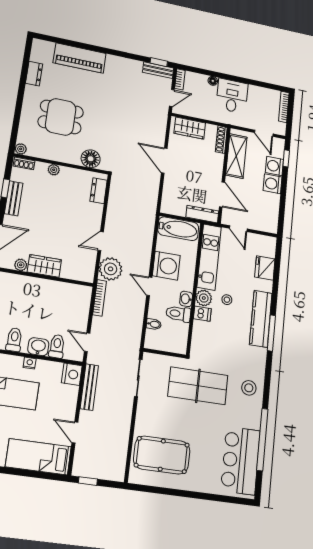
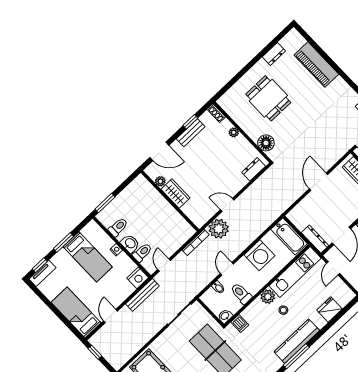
plant: (21, 149) -> (222, 102), removed
door: (149, 286) -> (227, 269), moved
washbasin: (186, 299) -> (225, 316), moved
dishwasher: (202, 314) -> (240, 324), moved

